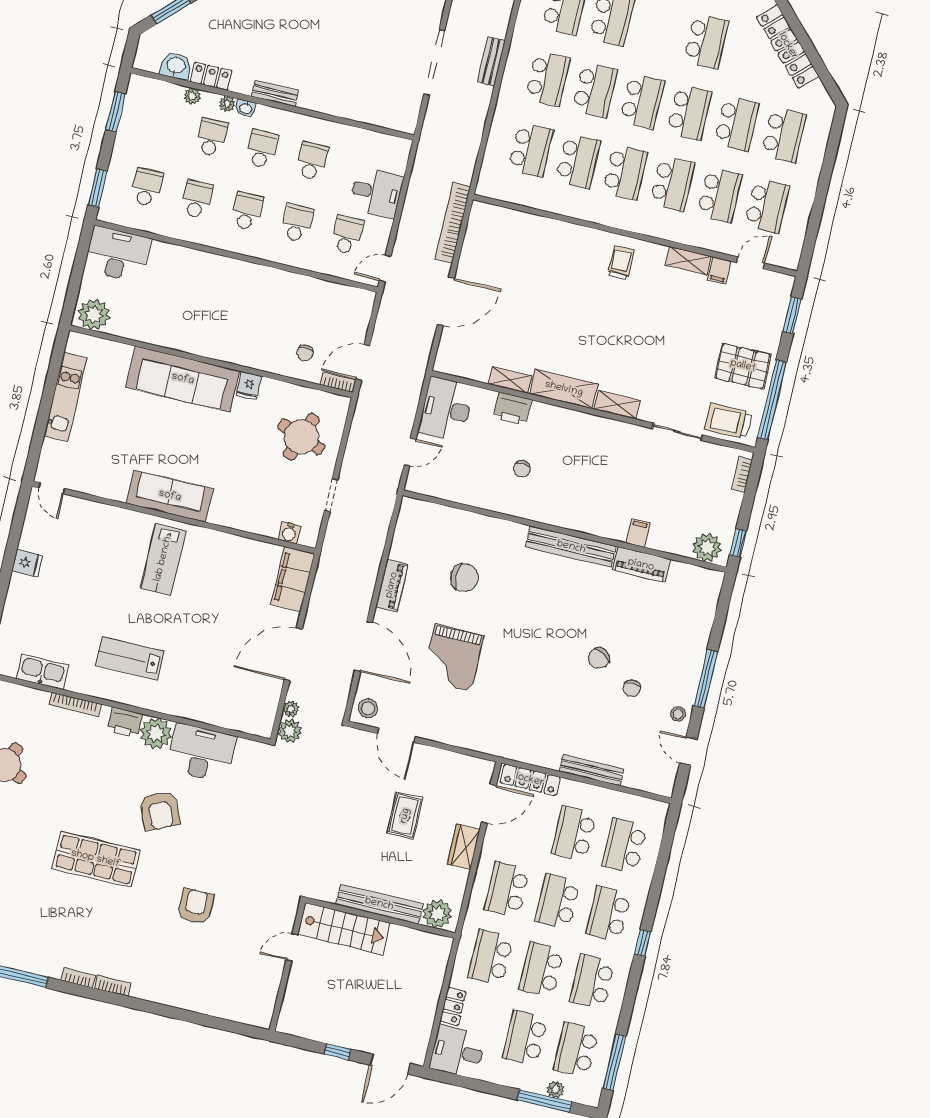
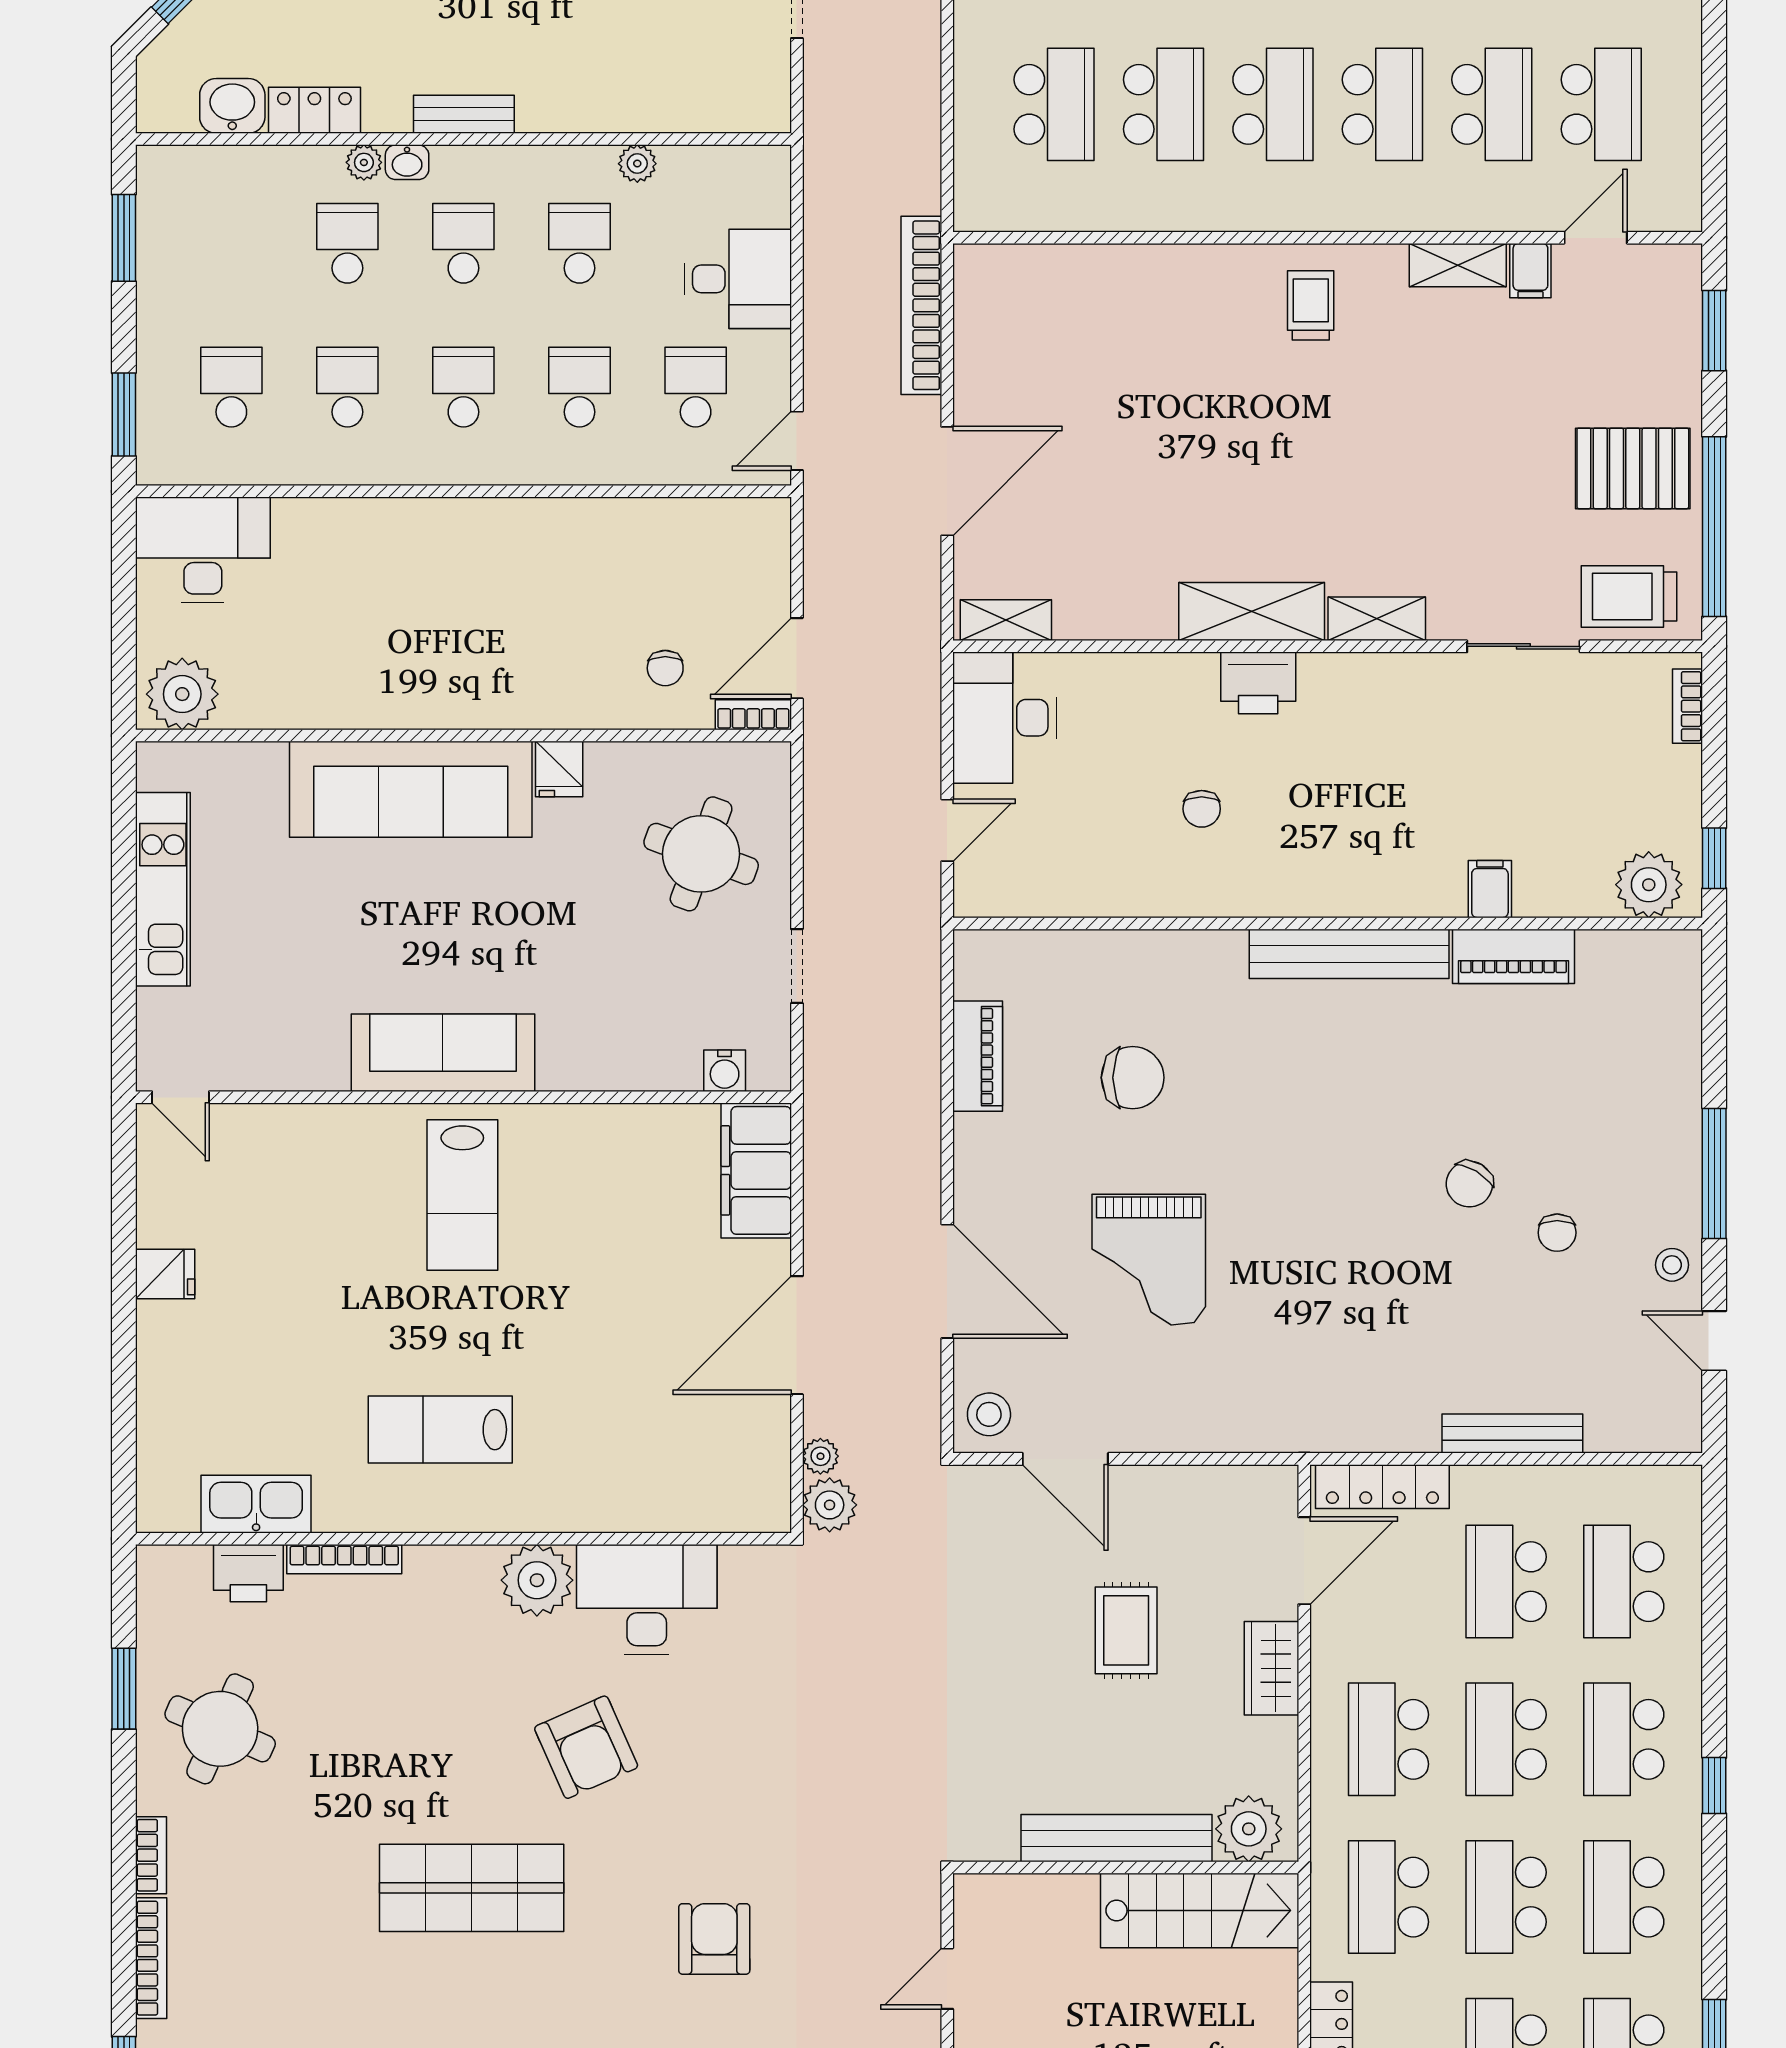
plant: (192, 96) -> (637, 164), moved
shelving: (510, 380) -> (1006, 620), moved
printer: (512, 409) -> (1258, 683), moved
piano: (392, 585) -> (978, 1056), moved
printer: (125, 723) -> (248, 1573), moved
stairs: (344, 929) -> (1200, 1910), moved

